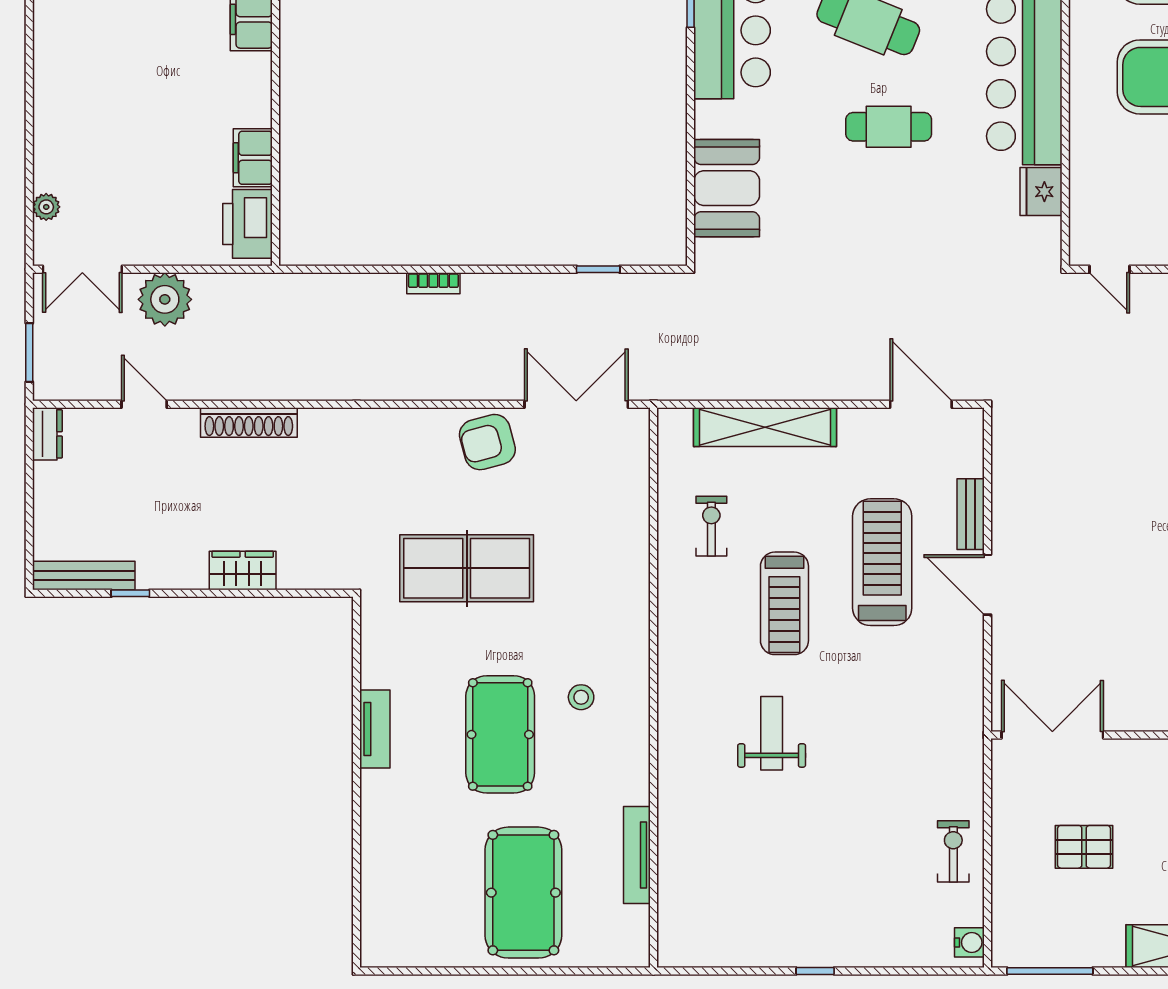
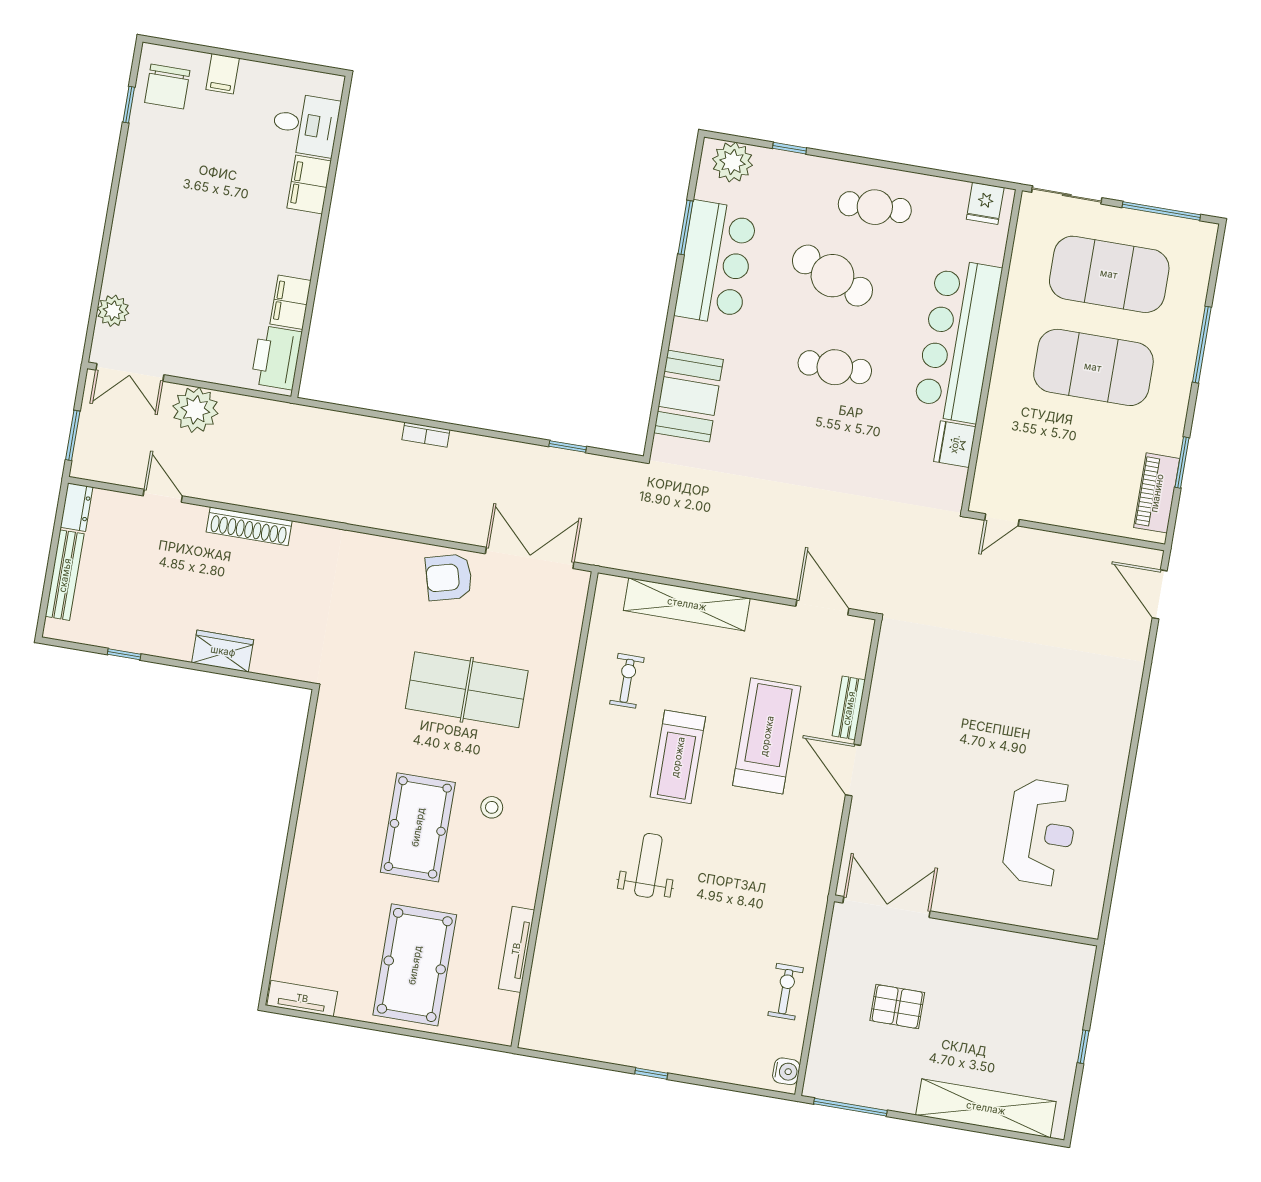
plant: (46, 207) -> (113, 311), width x1.38, depth x1.38
door: (1109, 269) -> (1002, 520), hinge flipped
table tennis table: (467, 568) -> (467, 690), moved
bench: (84, 575) -> (65, 575), moved, turned 90
tv unit: (375, 729) -> (302, 998), moved, turned -90

